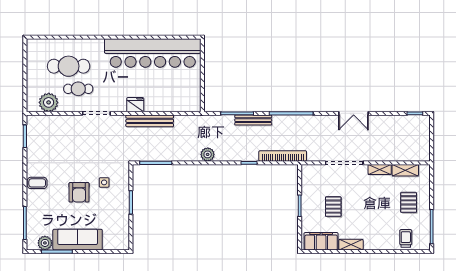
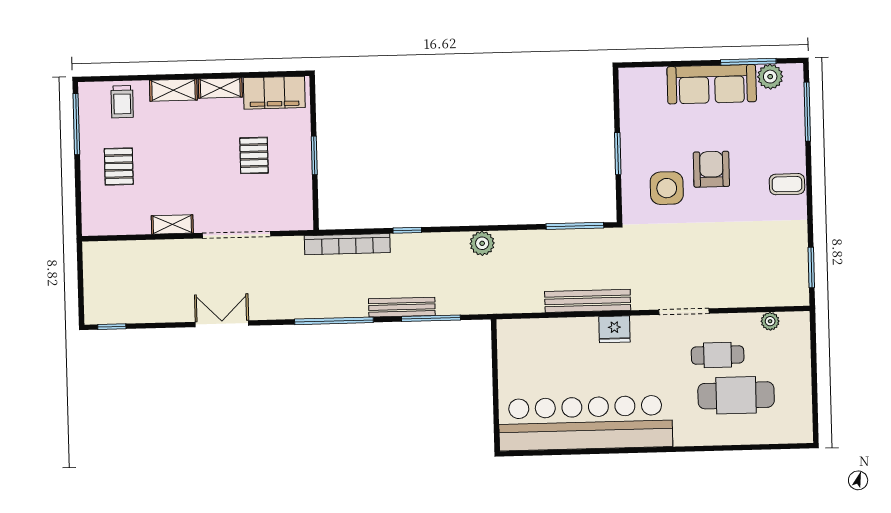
plant: (49, 102) -> (770, 321), width x0.53, depth x0.53
shelving: (405, 170) -> (173, 90), moved
side table: (104, 182) -> (667, 188), width x1.87, depth x1.87

